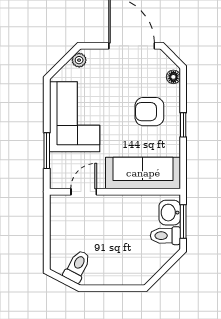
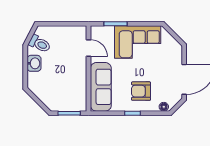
plant: (79, 60) -> (175, 45), removed
armchair: (149, 112) -> (141, 91), turned -90
washbasin: (170, 213) -> (34, 63), moved, turned 90
toilet: (165, 236) -> (60, 102), removed

